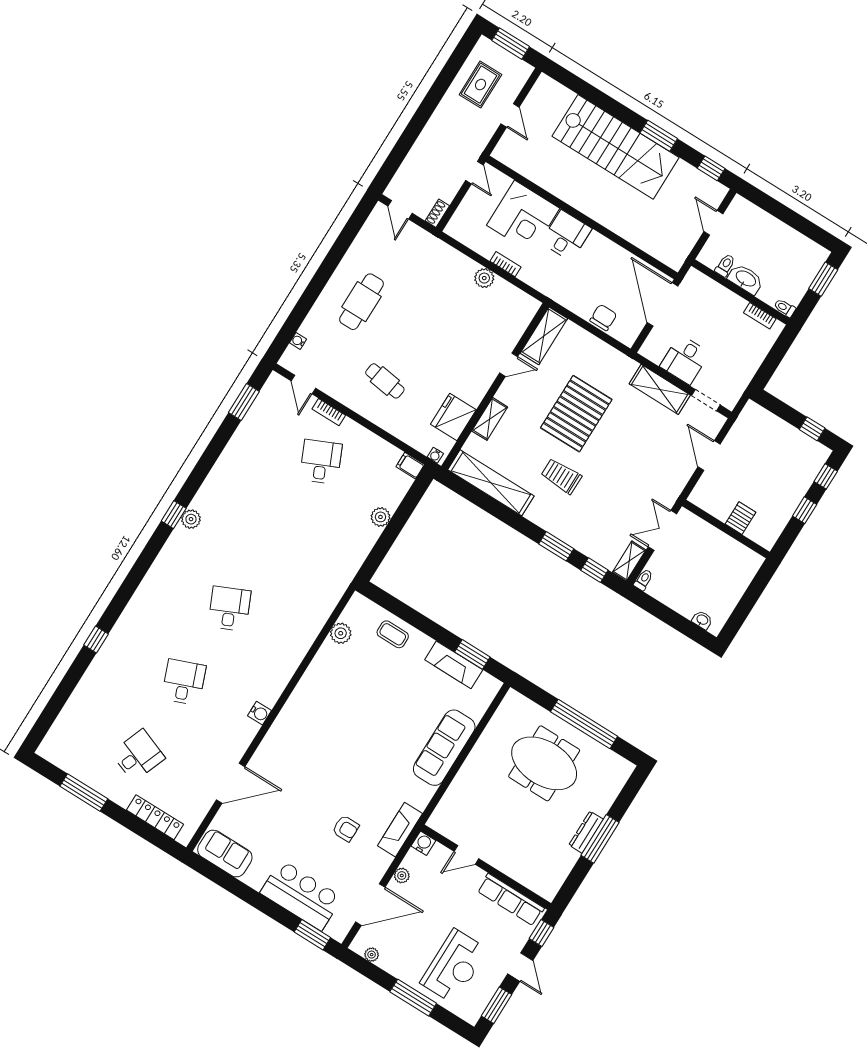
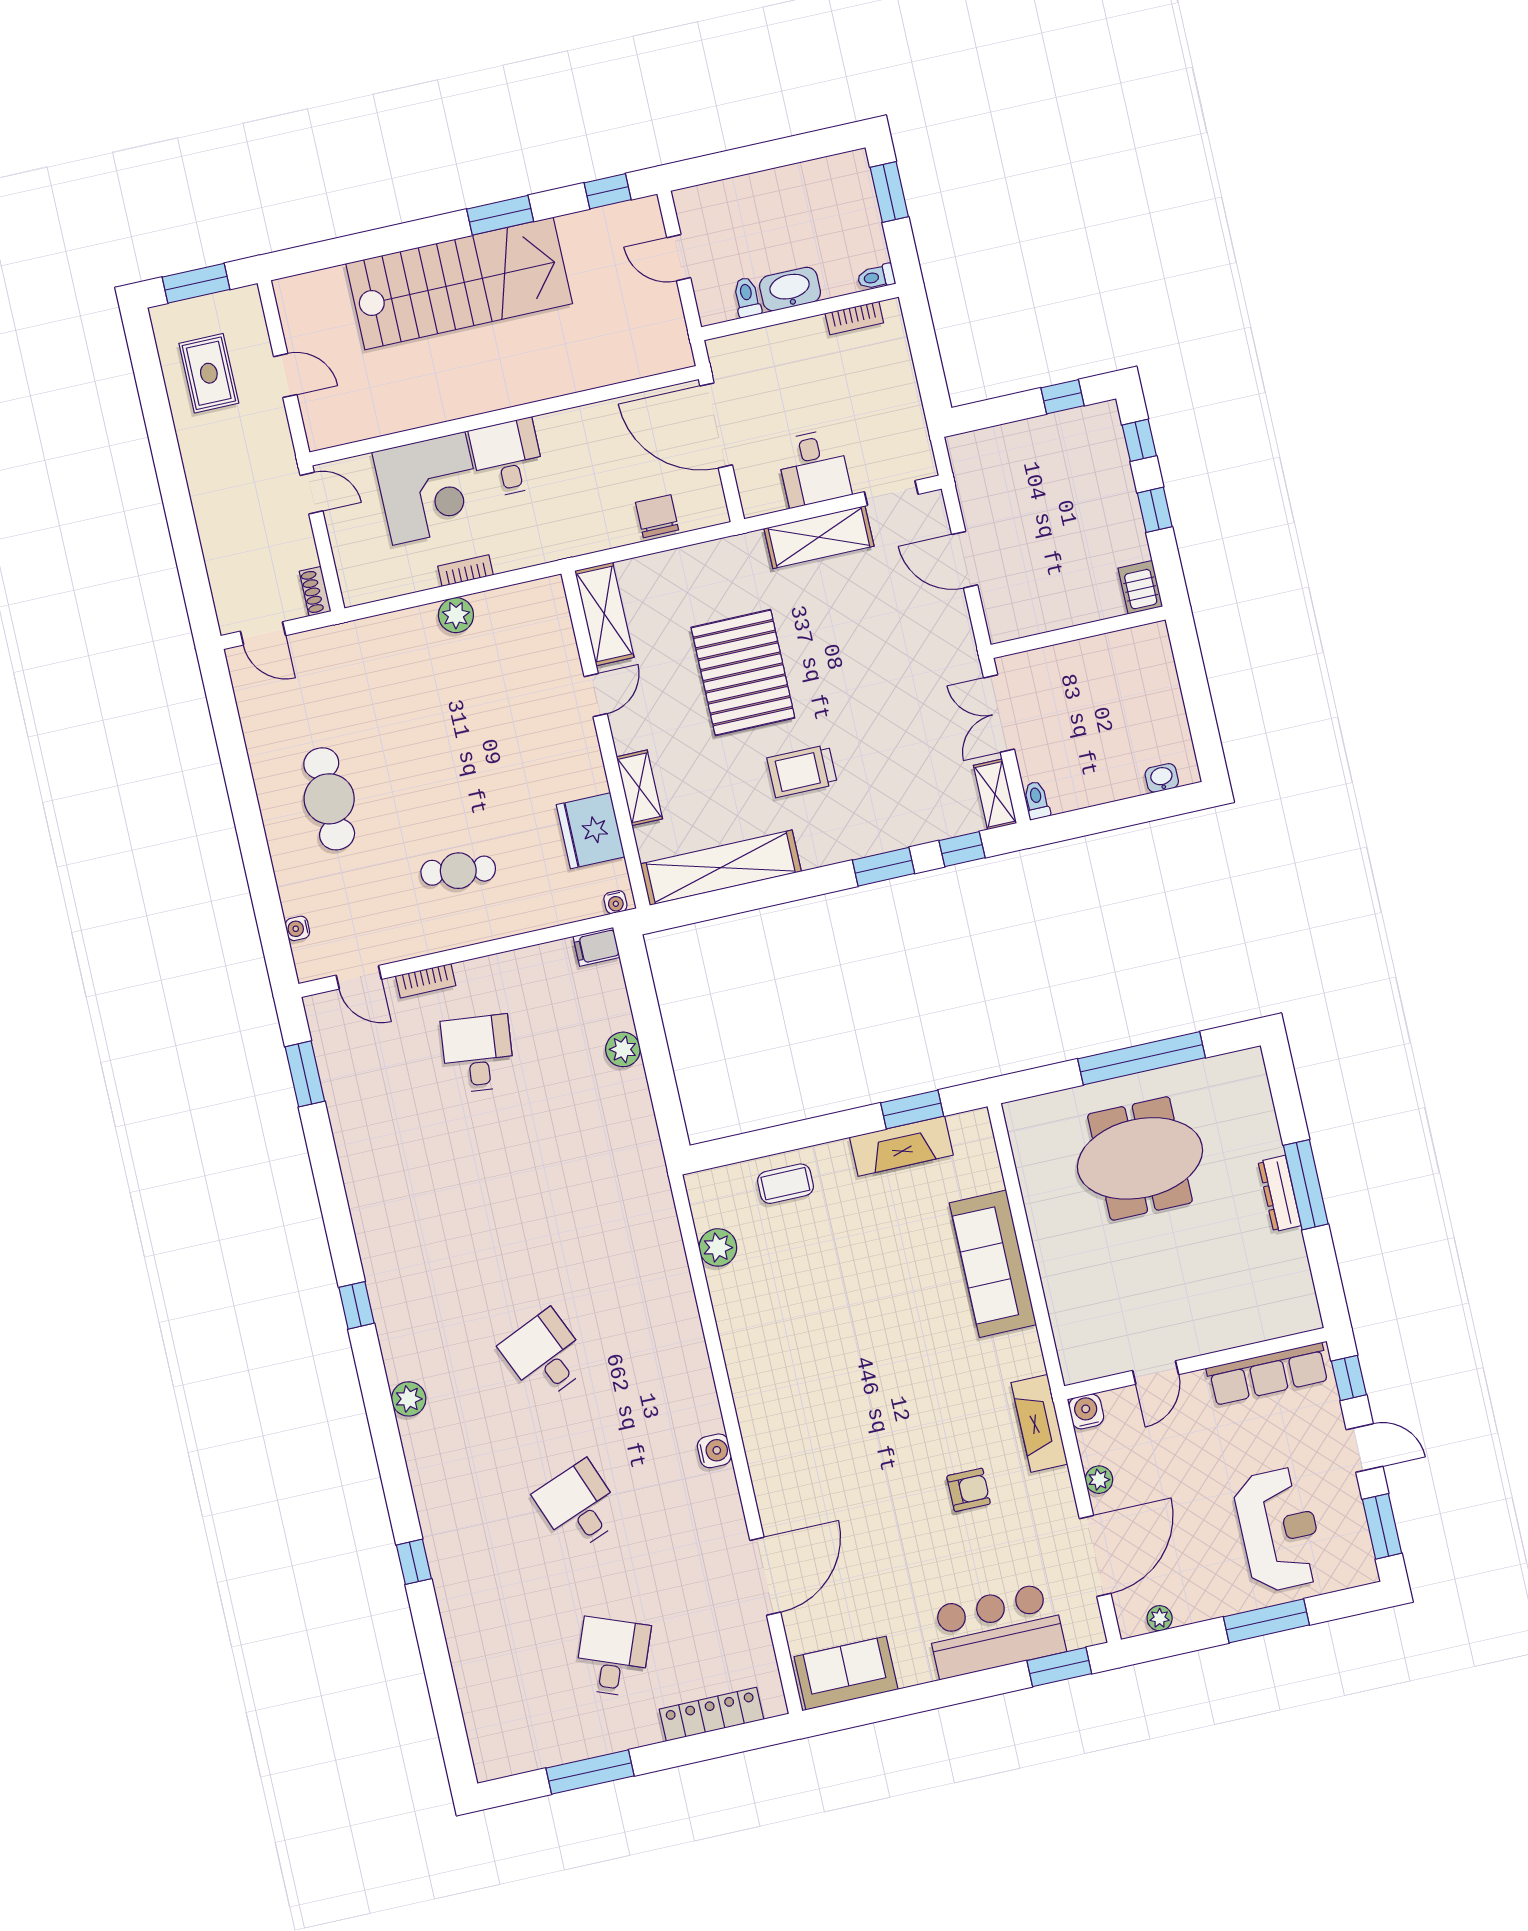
desk: (321, 462) -> (478, 1054), turned 30
server rack: (740, 518) -> (1140, 587), moved
plant: (191, 519) -> (409, 1399), moved

